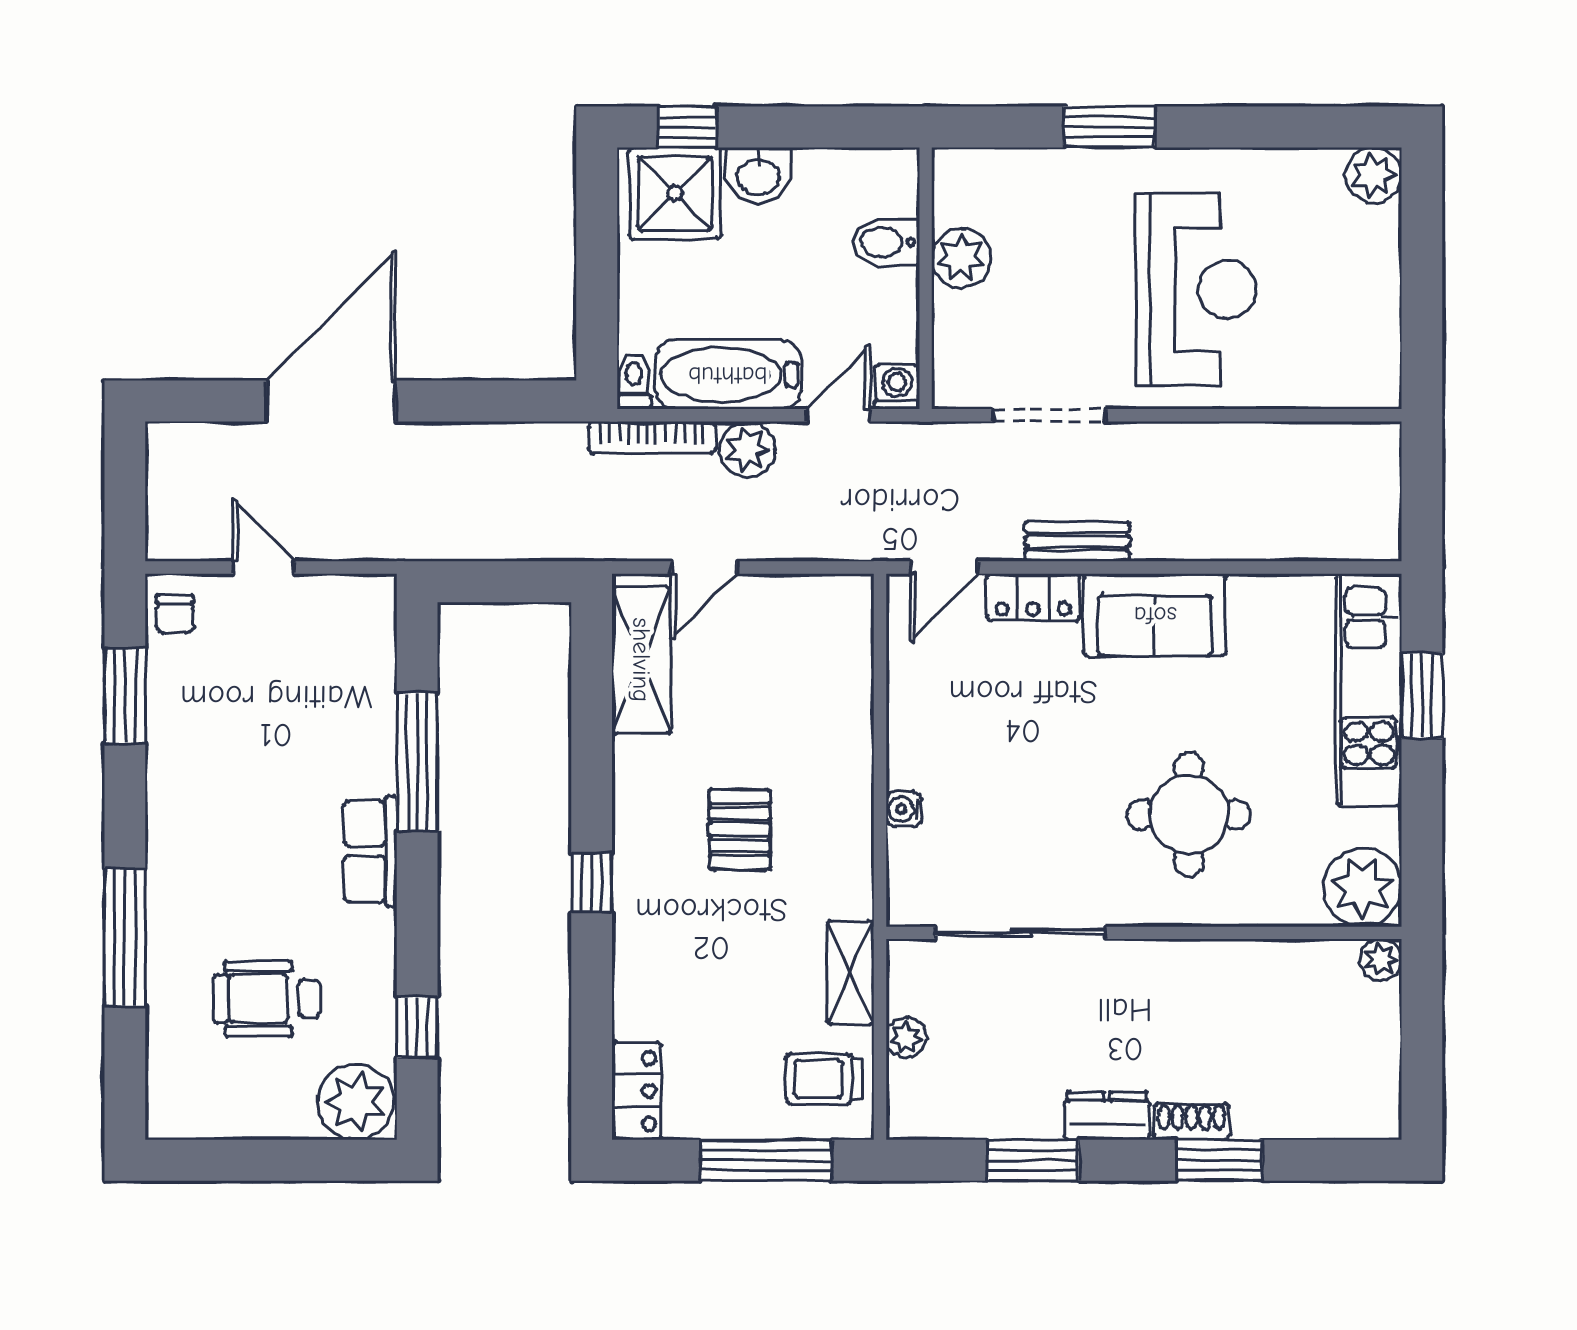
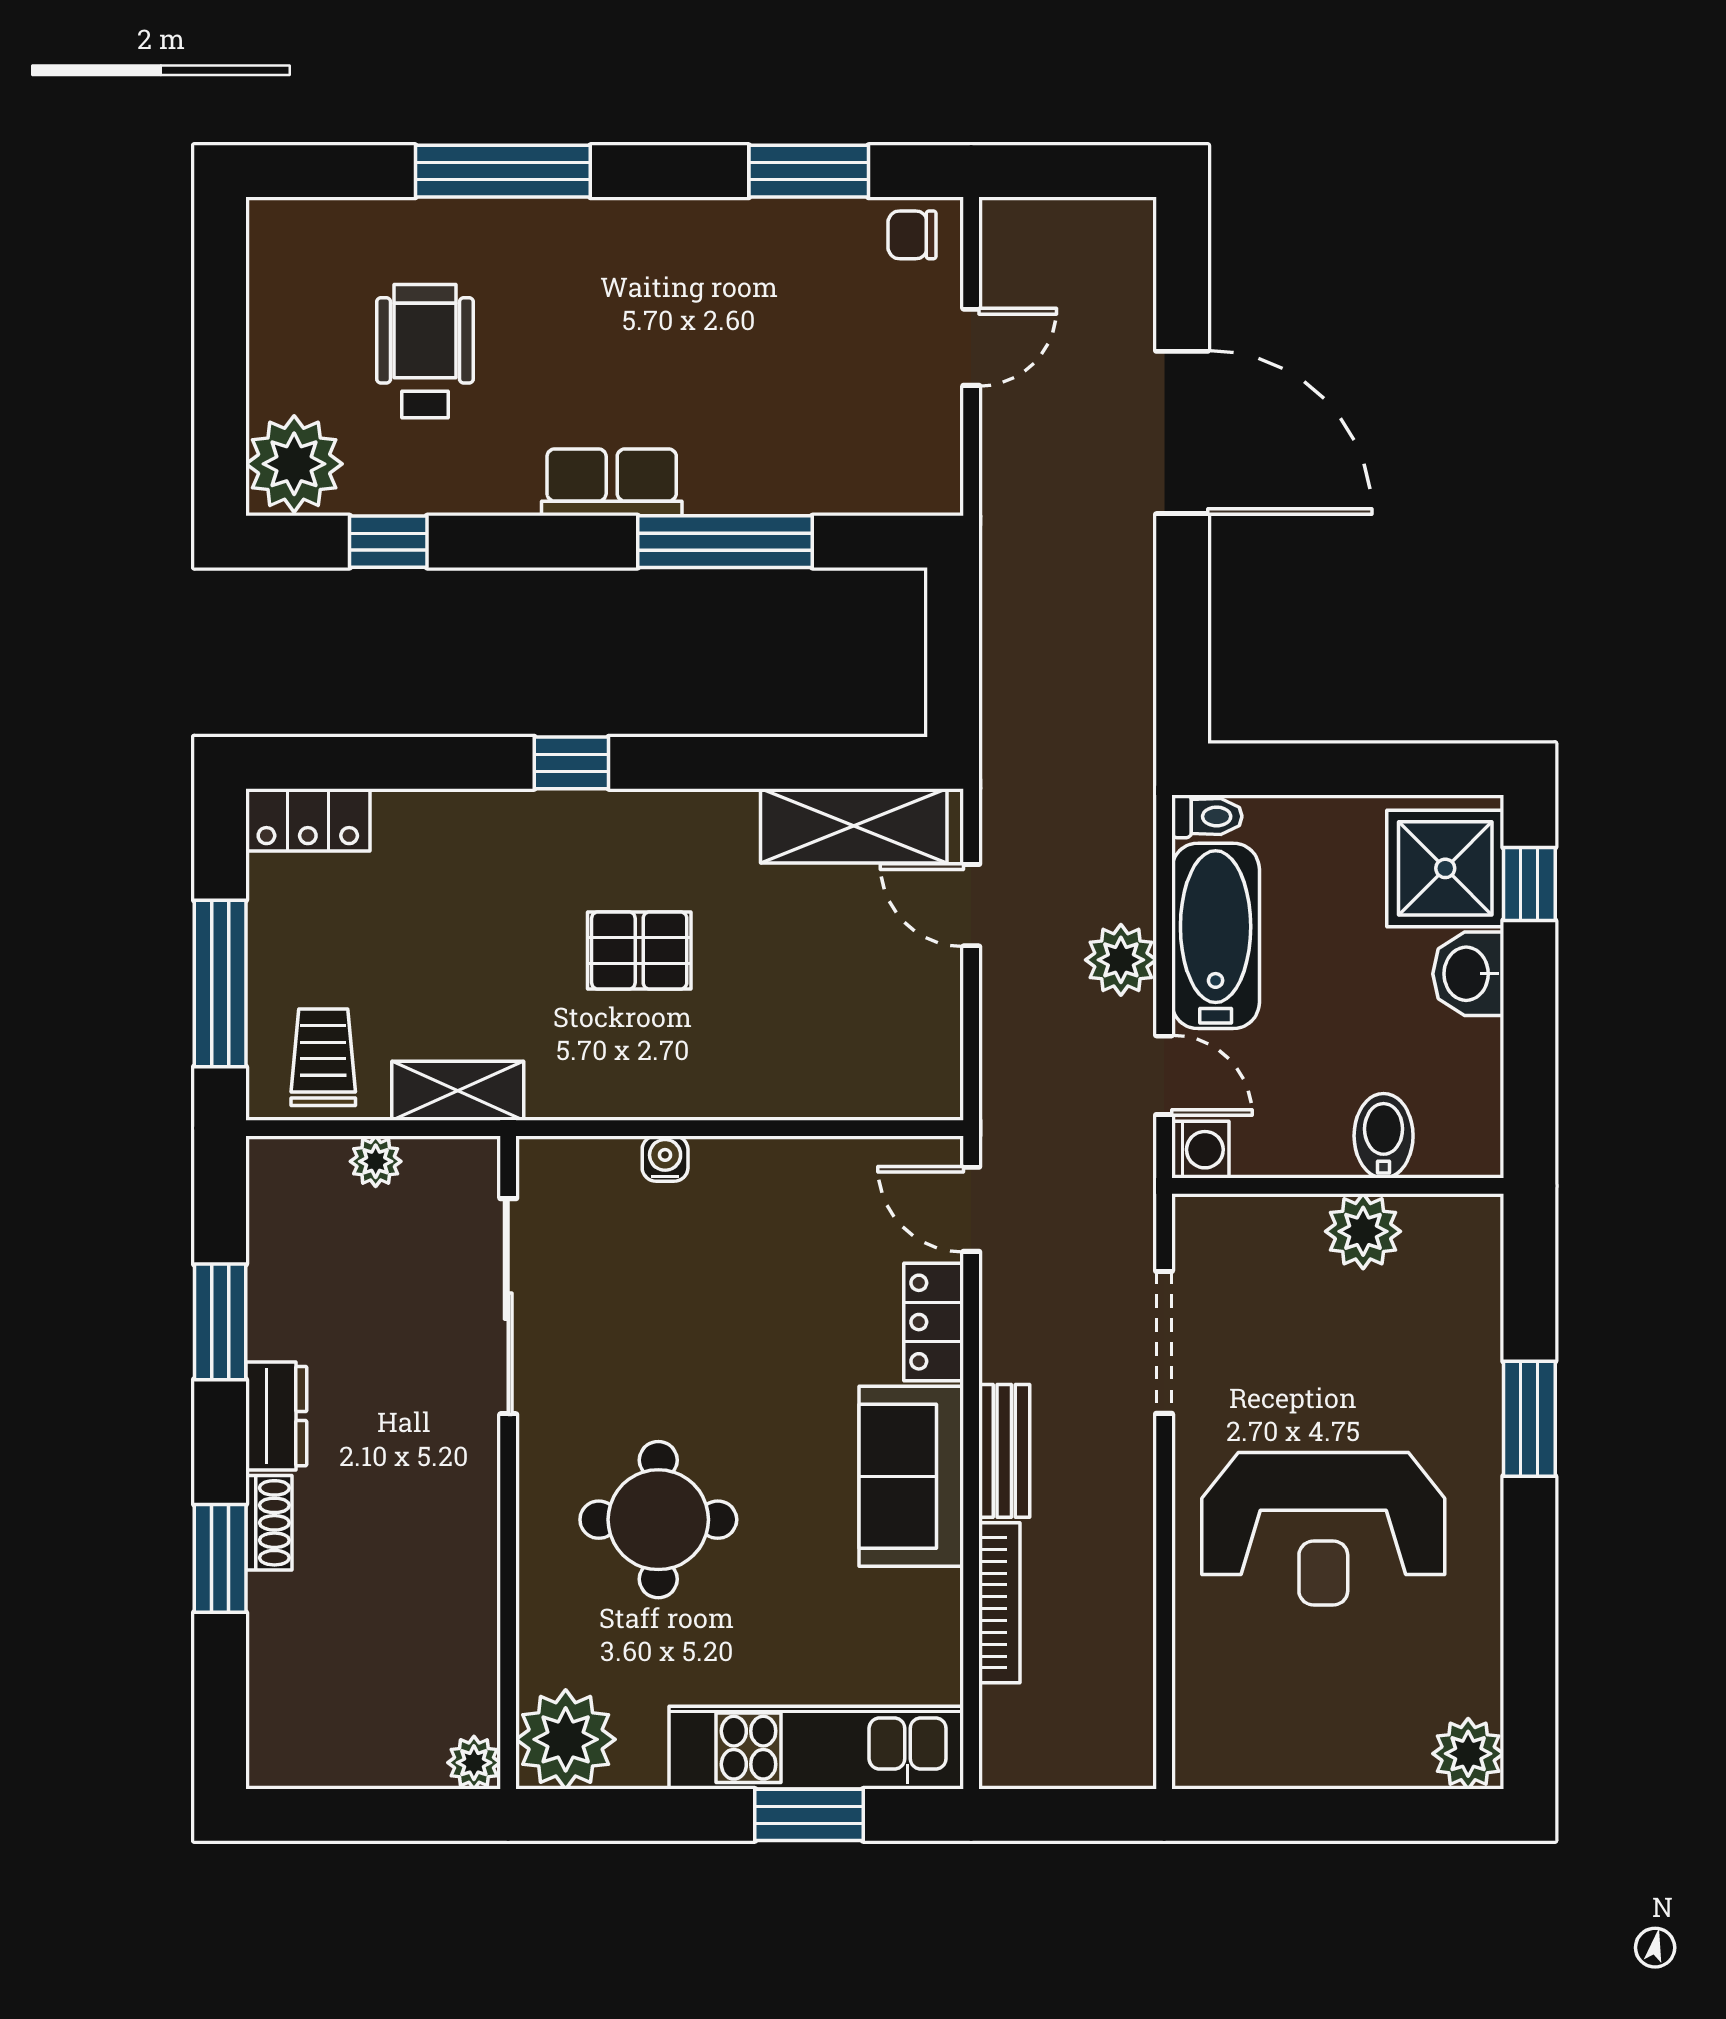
bookcase: (652, 438) -> (999, 1603), moved, turned 180
bench: (1077, 541) -> (1004, 1451), moved

